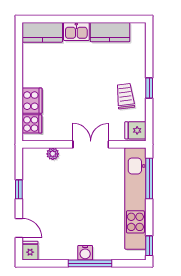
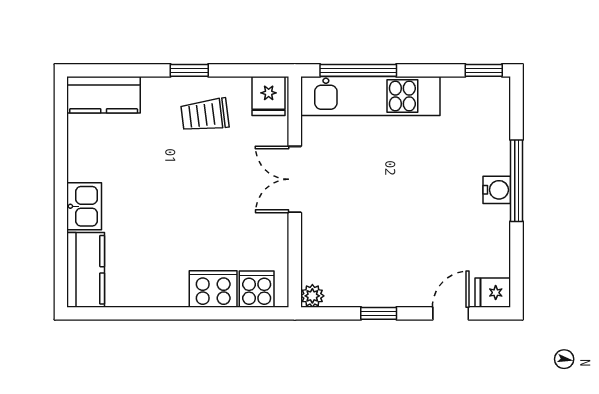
kitchen counter: (110, 32) -> (104, 95), moved, turned 90
plant: (53, 154) -> (312, 296), moved
kitchen unit: (135, 198) -> (370, 96), width x0.73

